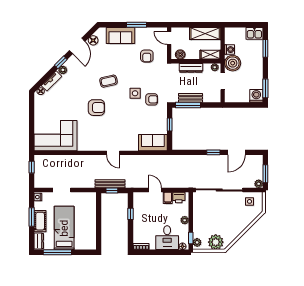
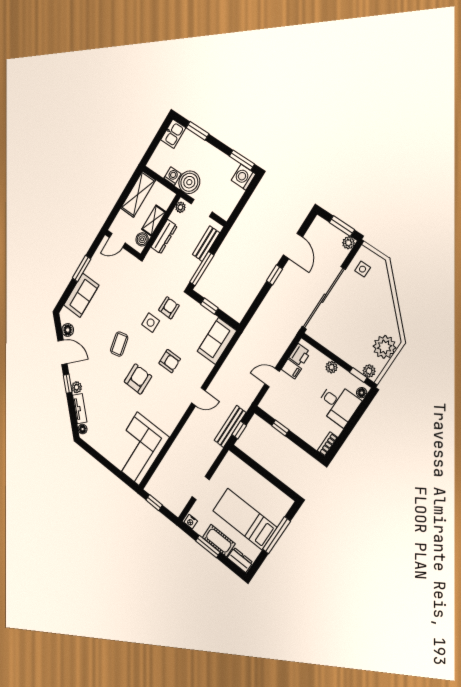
shelving: (210, 55) -> (154, 221), moved
armchair: (147, 56) -> (170, 361), moved
bench: (191, 98) -> (206, 244), moved
window: (57, 252) -> (277, 535), moved

